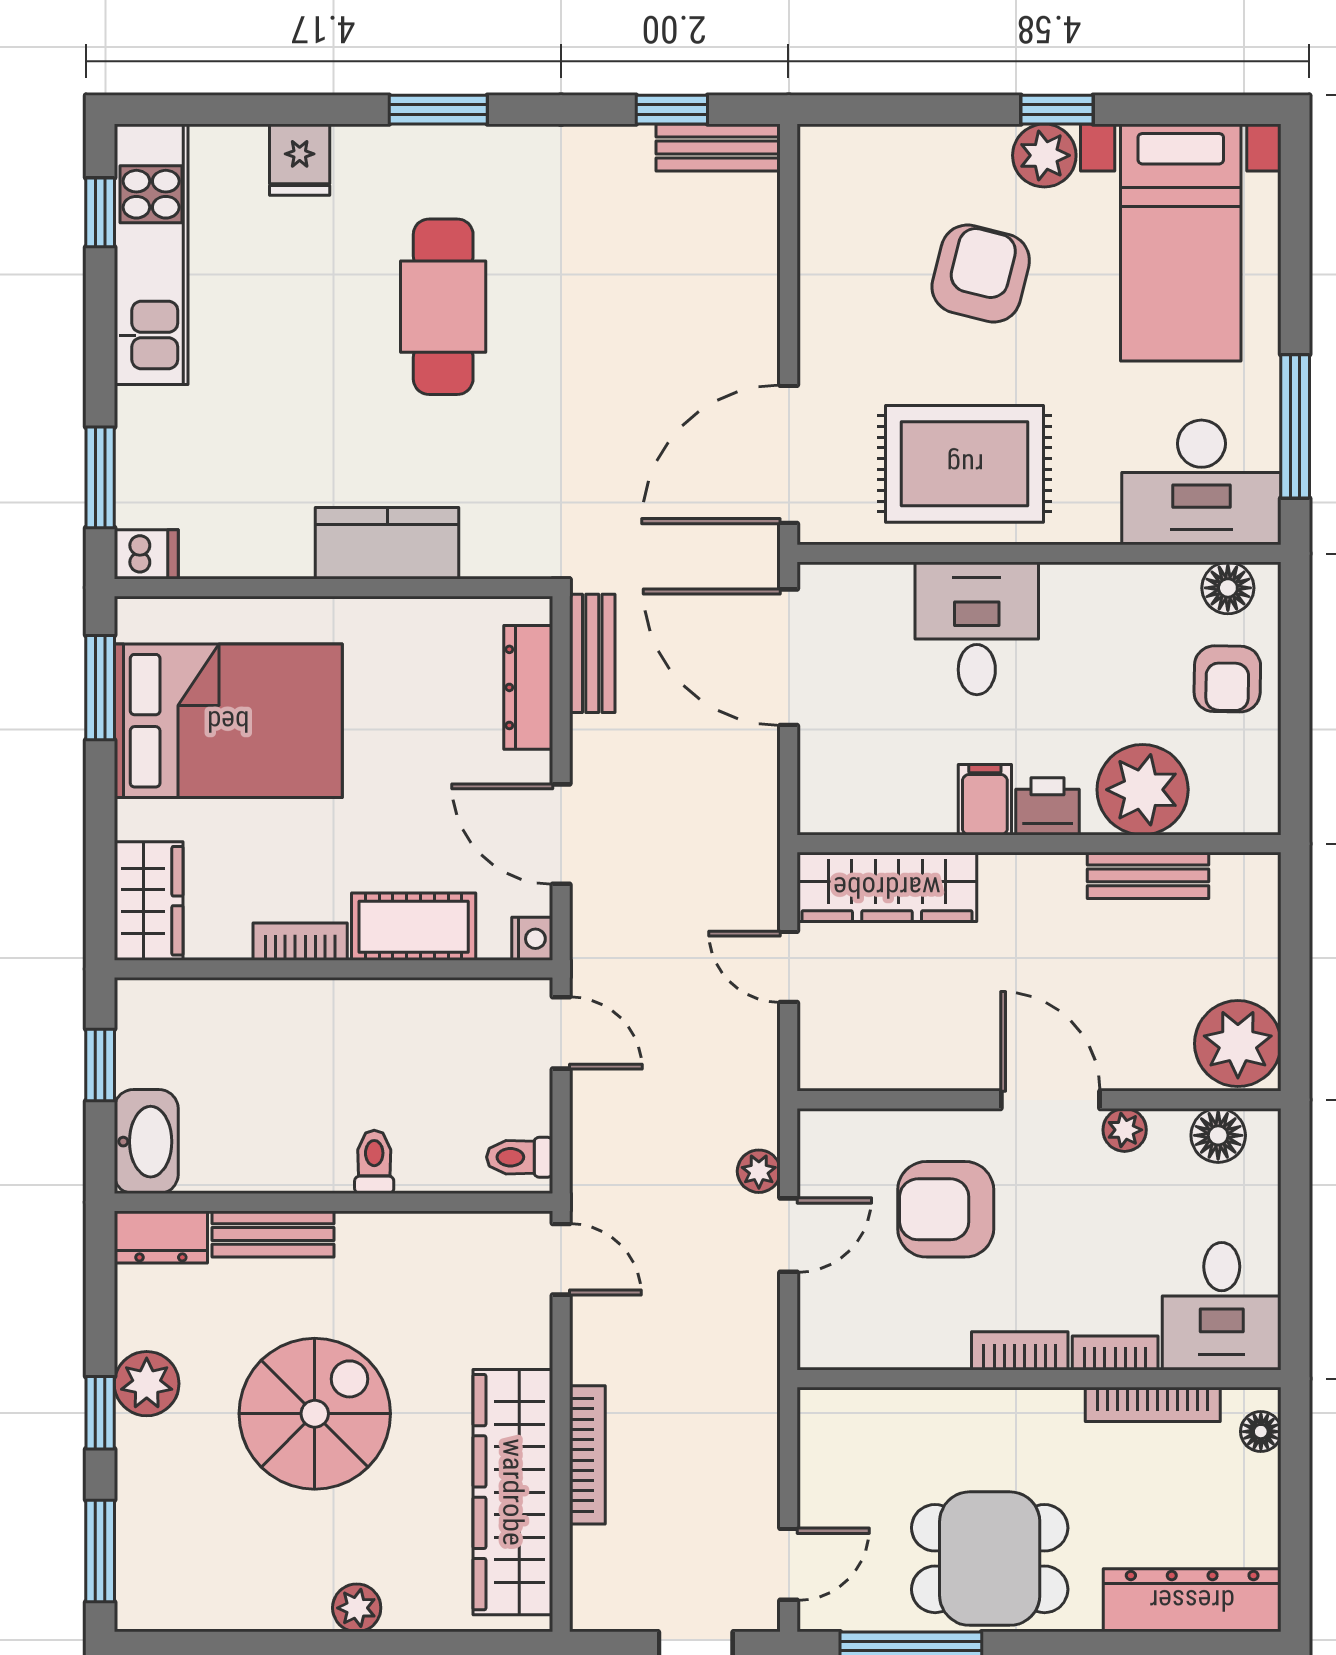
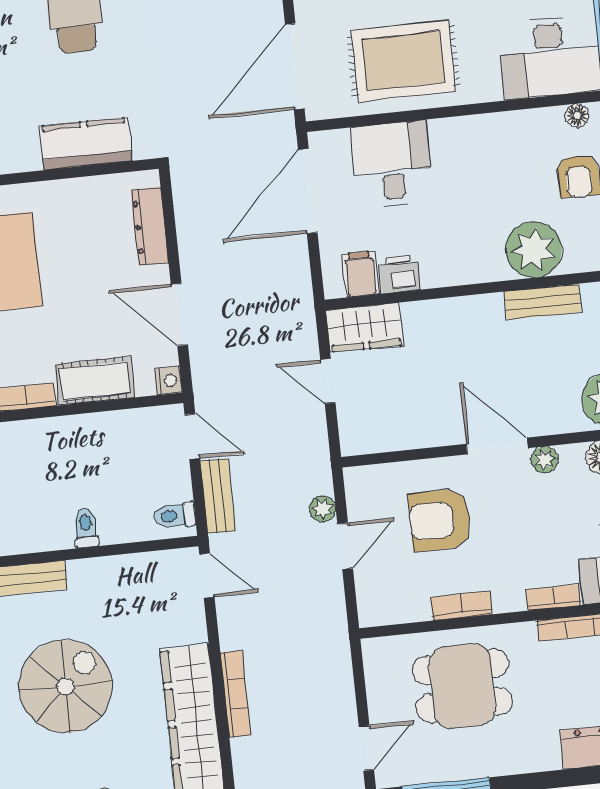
kitchen counter: (387, 543) -> (85, 144), moved
floor lamp: (1228, 588) -> (577, 115), width x0.73, depth x0.73
desk: (977, 628) -> (392, 164), moved
bench: (592, 653) -> (218, 496), moved
door: (789, 657) -> (308, 191), hinge flipped
filing cabinet: (985, 800) -> (361, 274), moved
printer: (1048, 806) -> (399, 274), moved
wardrobe: (887, 887) -> (365, 328), width x0.67
bookcase: (1020, 1351) -> (461, 606), moved
dining table: (990, 1559) -> (462, 686), moved

